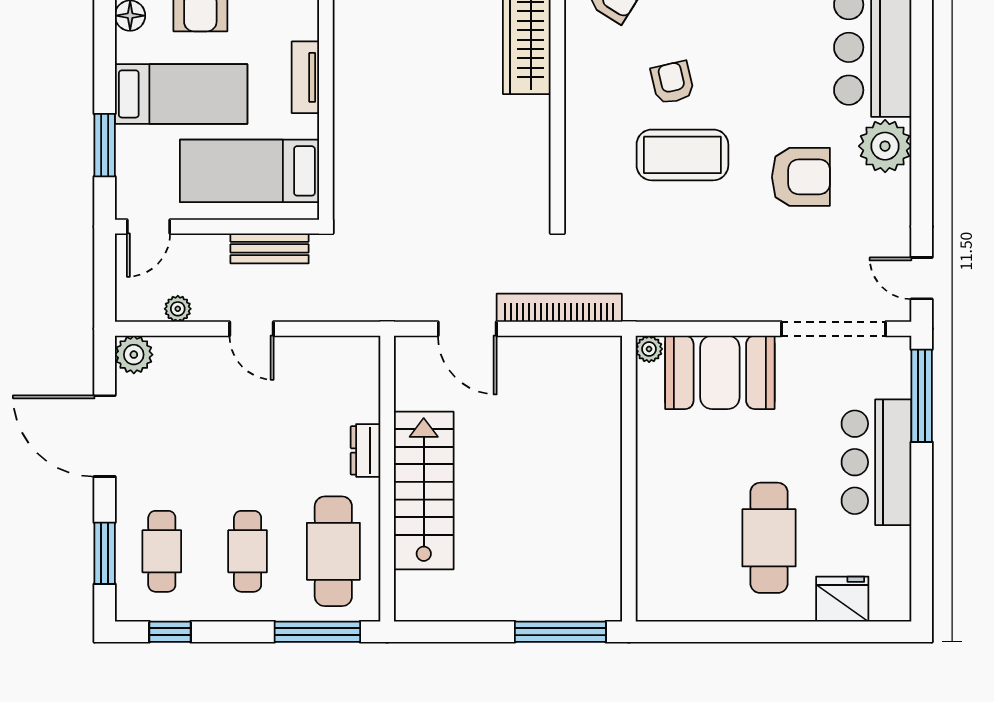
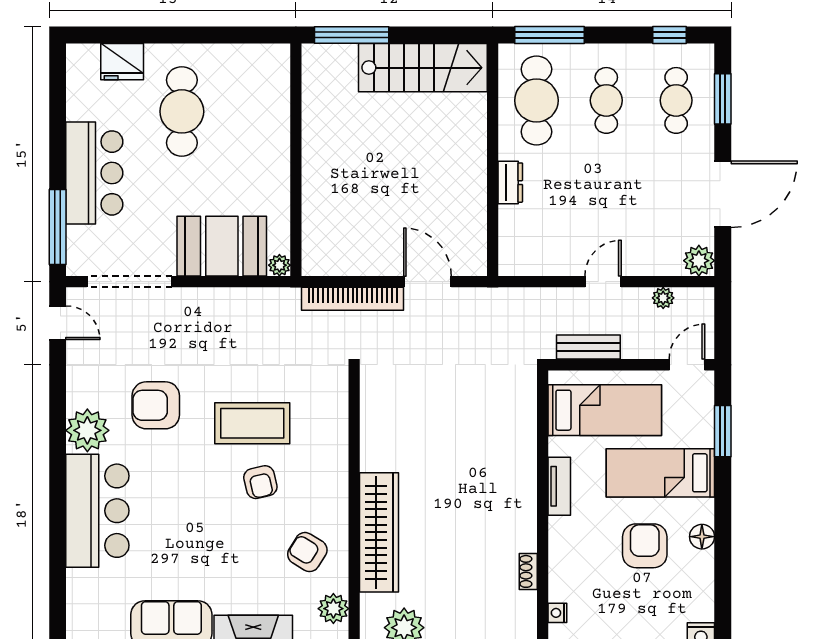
door: (252, 329) -> (603, 282), hinge flipped
door: (105, 436) -> (723, 194), hinge flipped
stairs: (424, 491) -> (423, 68), moved, turned -90

